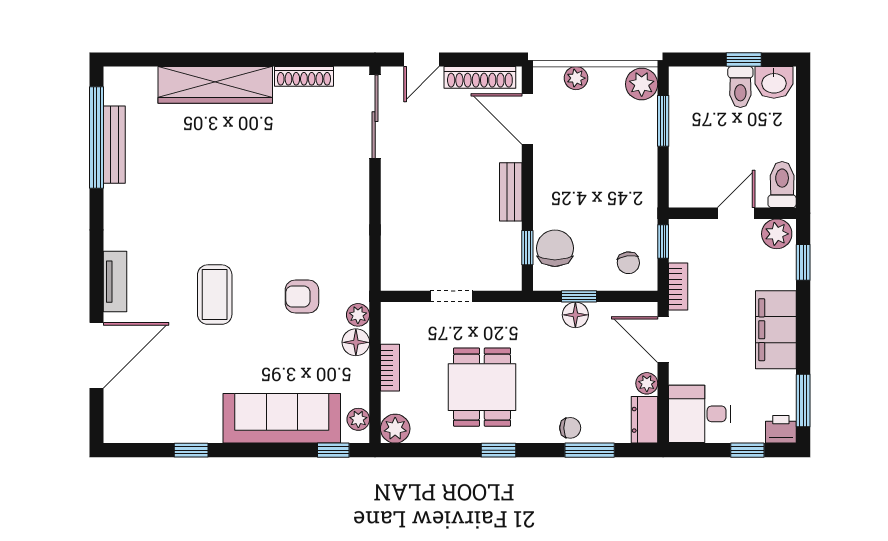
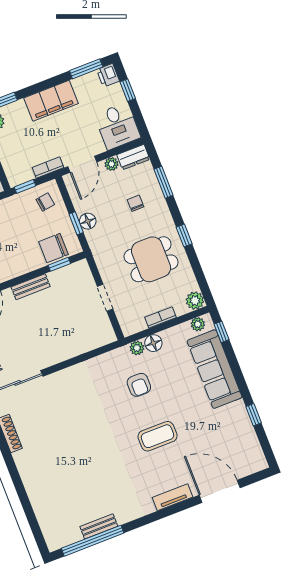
wardrobe: (215, 85) -> (35, 483), removed
bench: (114, 145) -> (99, 526), width x0.73
chair: (570, 428) -> (136, 203), moved

